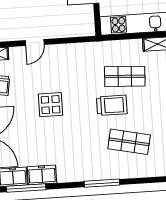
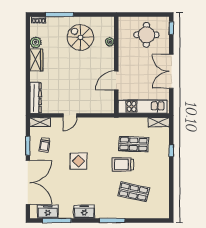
trolley: (112, 105) -> (123, 165), turned 180
freezer: (42, 175) -> (84, 212), moved

